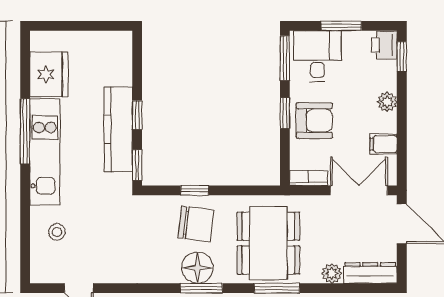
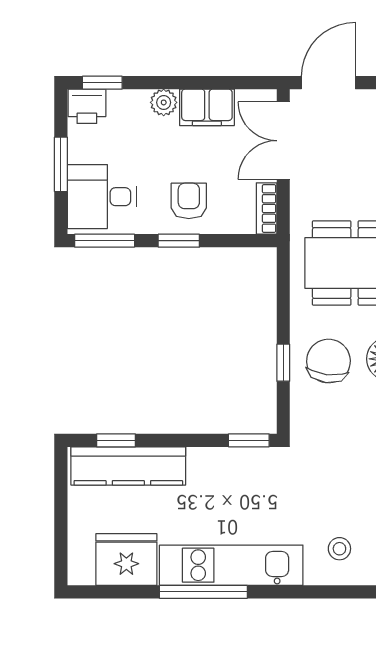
window: (137, 115) -> (116, 440), moved
armchair: (314, 121) -> (189, 201), width x0.72, depth x0.72
kitchen counter: (118, 129) -> (128, 466), moved
filing cabinet: (383, 144) -> (207, 107), width x2.00

